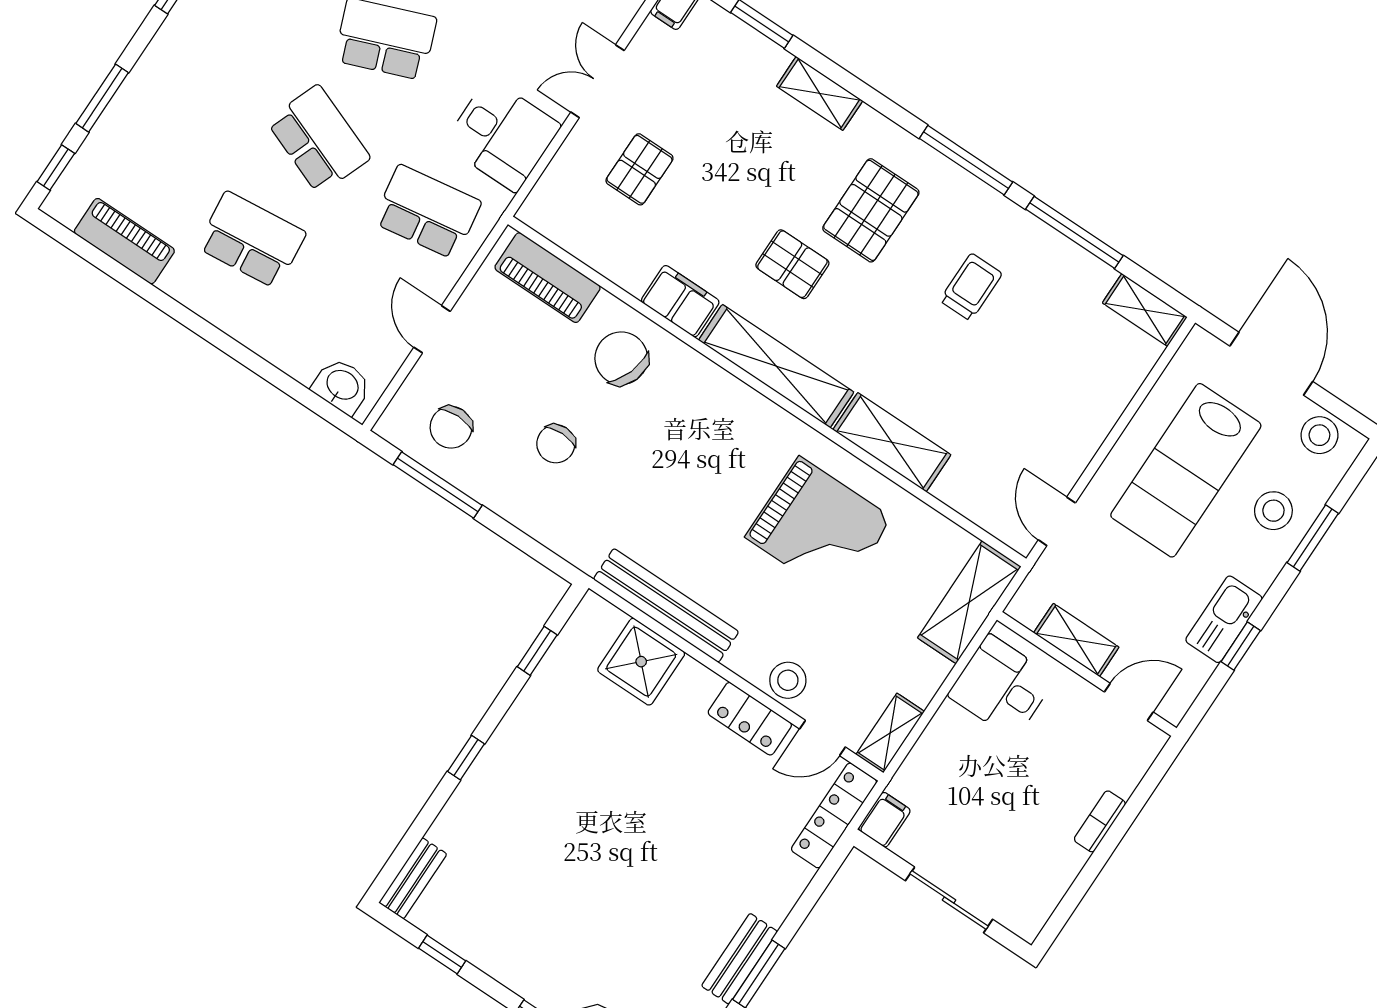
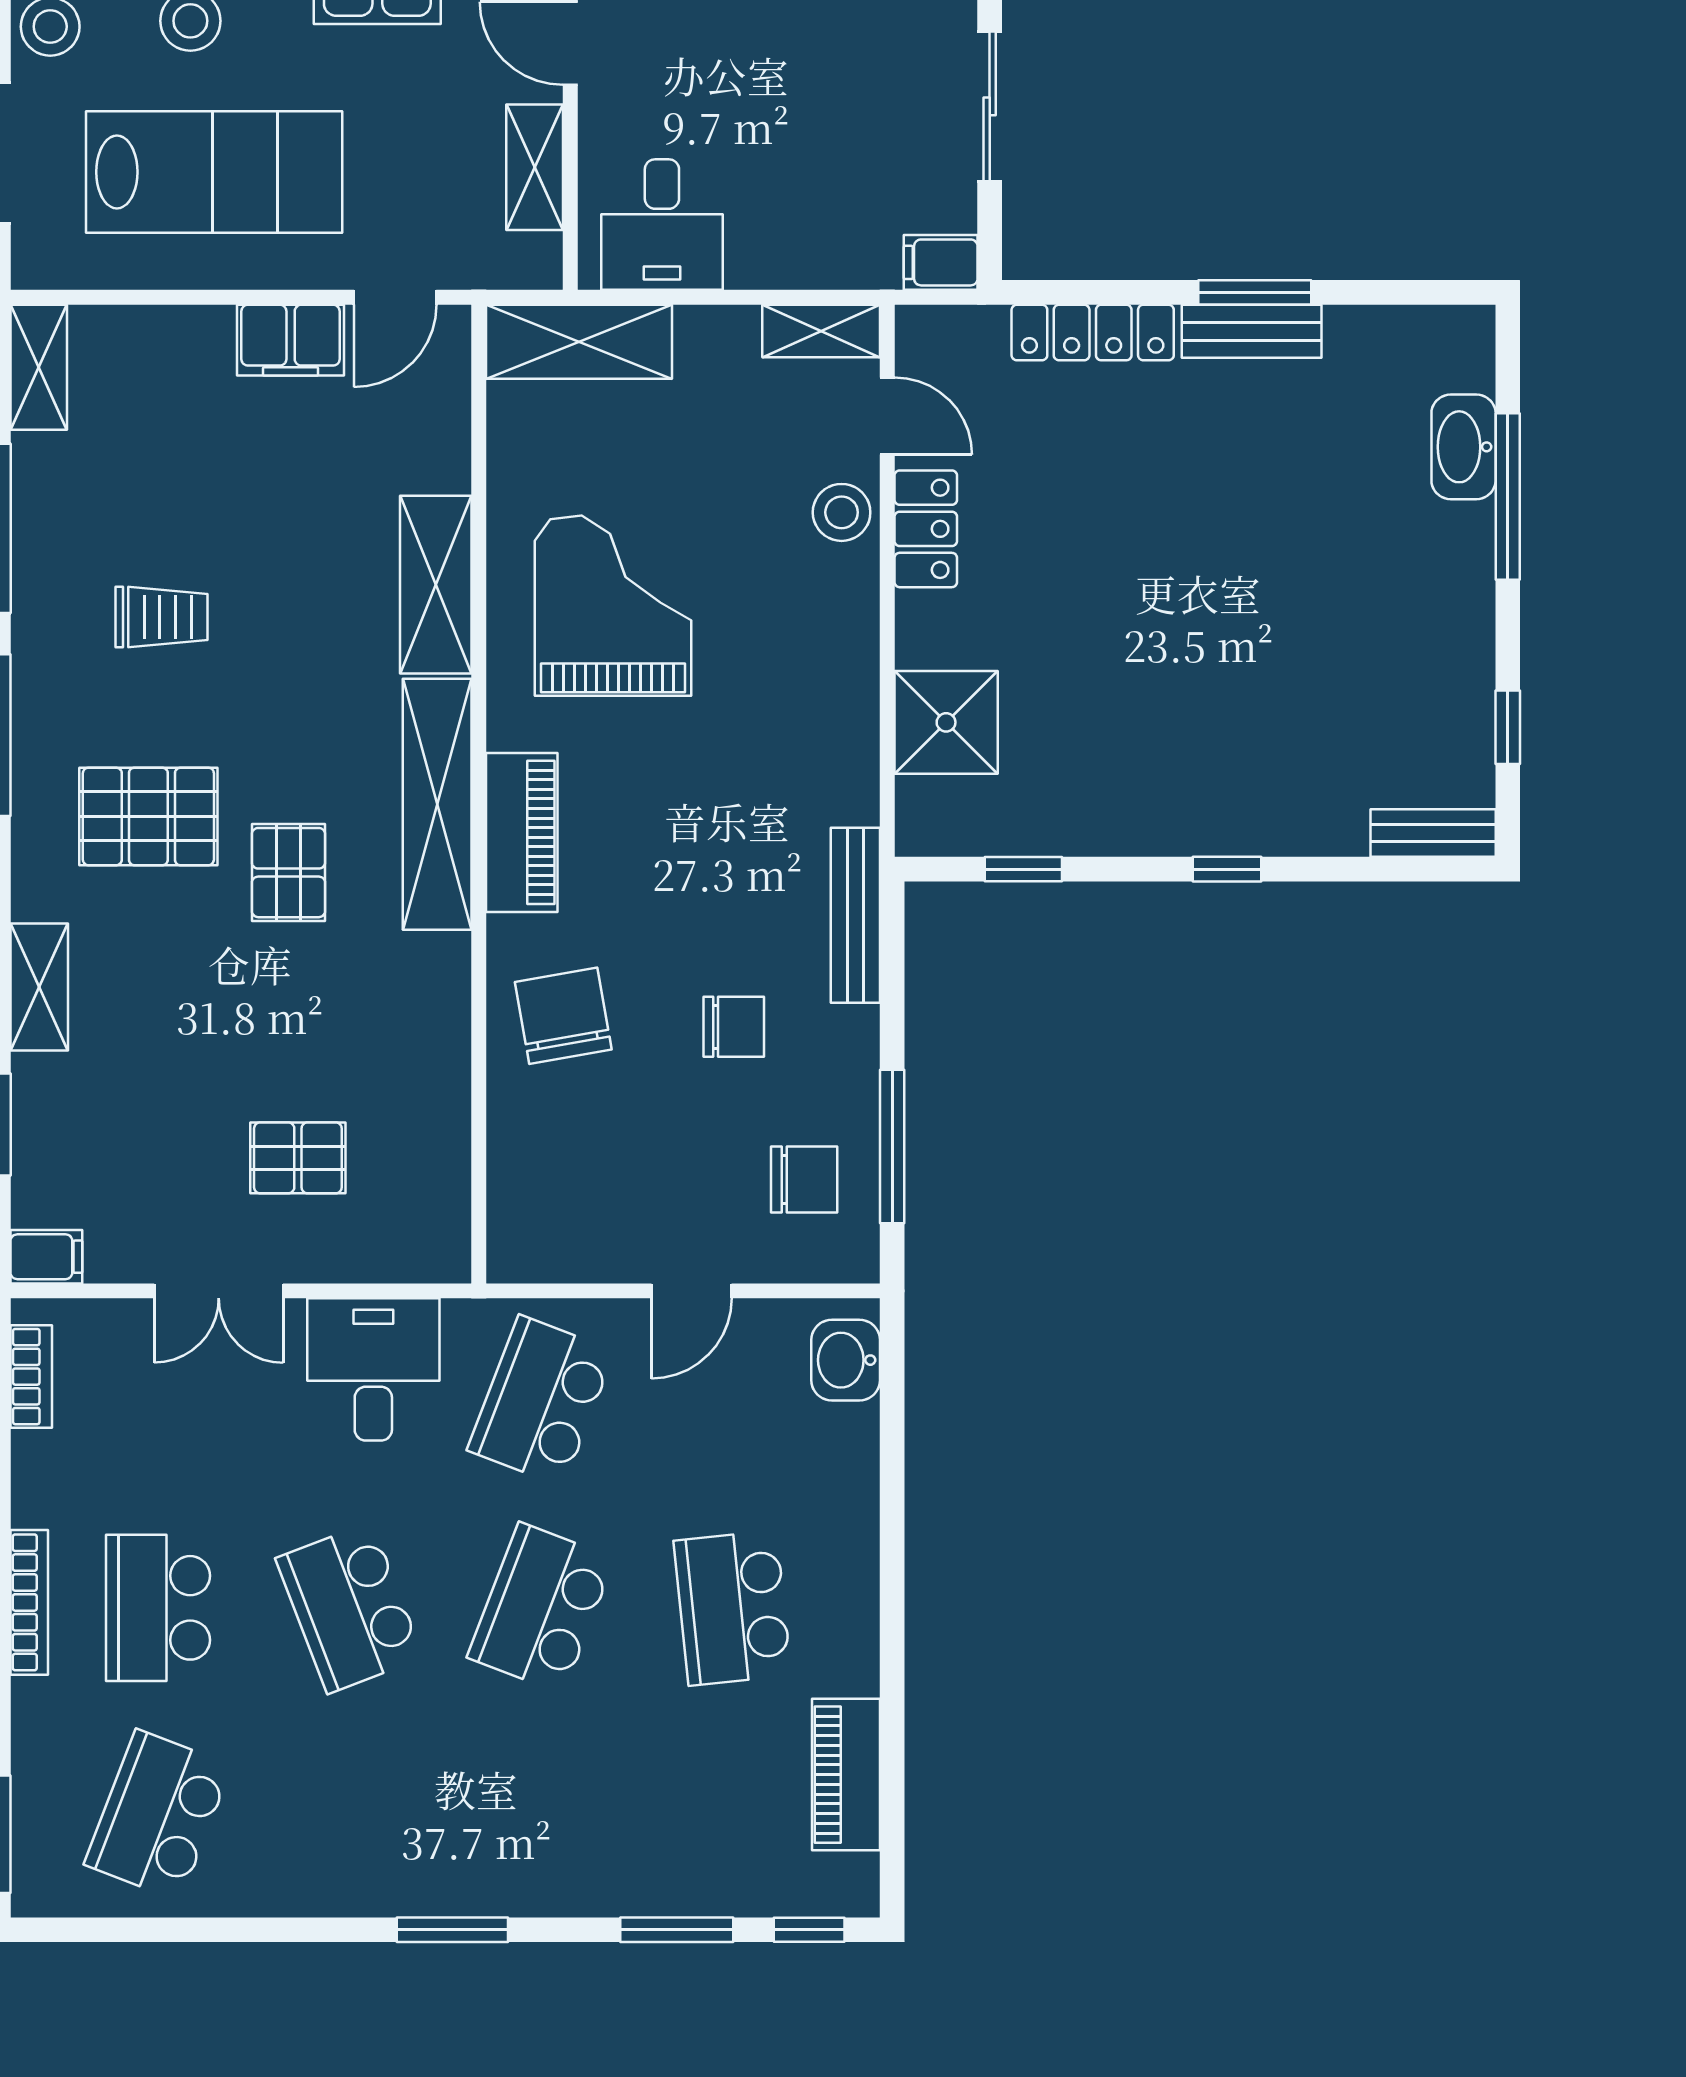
school desk: (427, 212) -> (541, 1401), turned 30
piano: (547, 278) -> (522, 832), moved
trolley: (971, 287) -> (161, 617), turned 180
filing cabinet: (680, 301) -> (291, 340), moved, turned -90
chair: (621, 358) -> (563, 1016), turned 151
bench: (666, 605) -> (855, 915), moved, width x0.73, depth x0.82
locker: (834, 815) -> (1093, 333), moved

